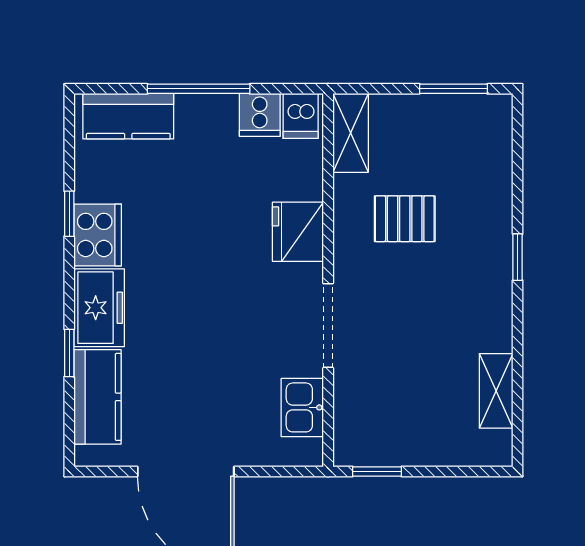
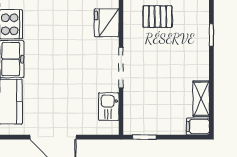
filing cabinet: (489, 449) -> (198, 126), added

